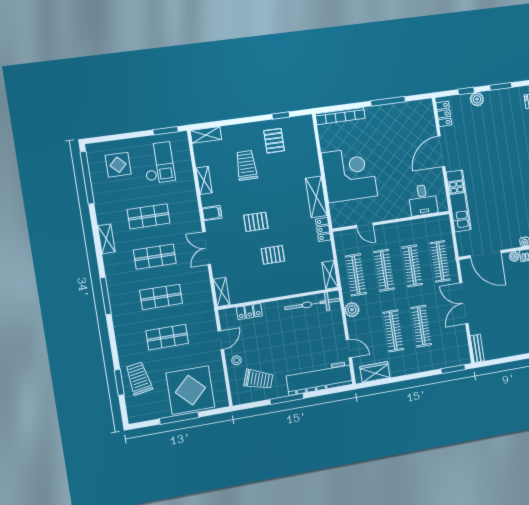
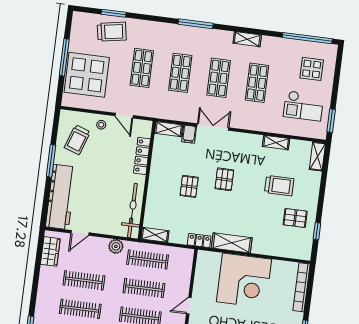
filing cabinet: (212, 213) -> (189, 134), moved
door: (365, 225) -> (189, 306), moved
locker: (249, 312) -> (142, 156), width x1.53

